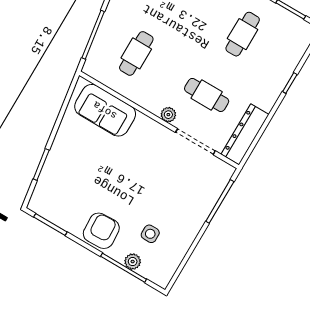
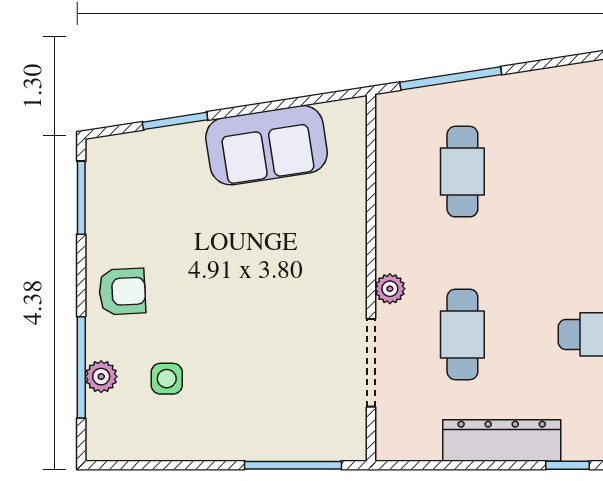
cafe table: (136, 53) -> (462, 172), turned 90
sofa: (105, 110) -> (267, 145), moved, turned -99
dresser: (245, 134) -> (502, 441), moved
armchair: (101, 231) -> (122, 292), width x0.72, depth x0.72

